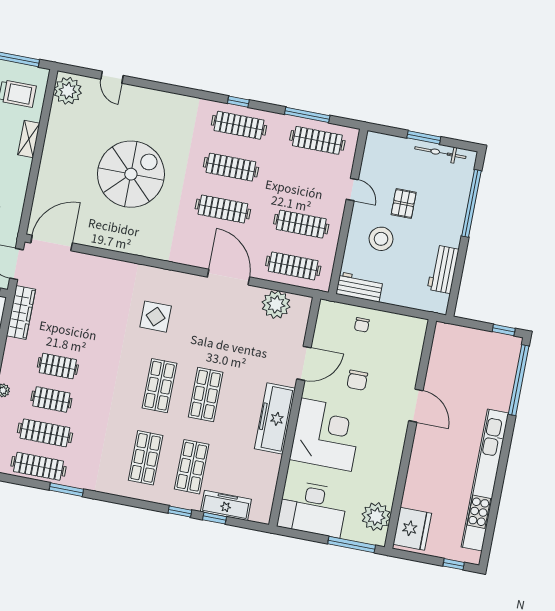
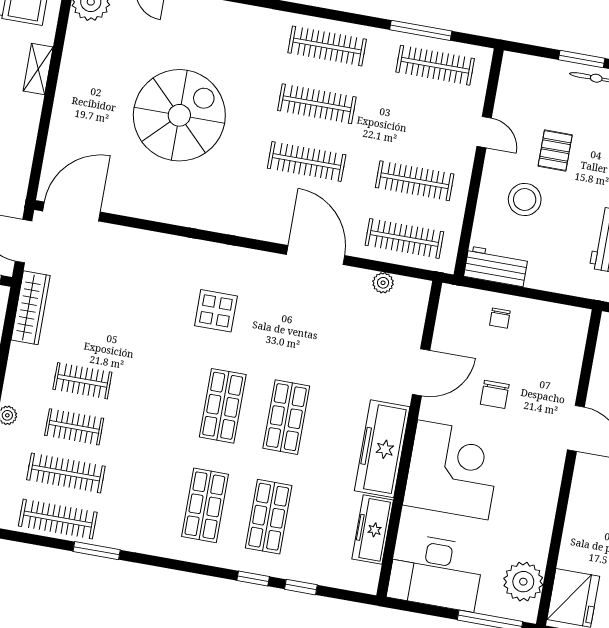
window: (238, 102) -> (326, 13), removed
plant: (276, 304) -> (383, 283), width x0.53, depth x0.53
freezer: (226, 505) -> (373, 530), moved, turned -90

